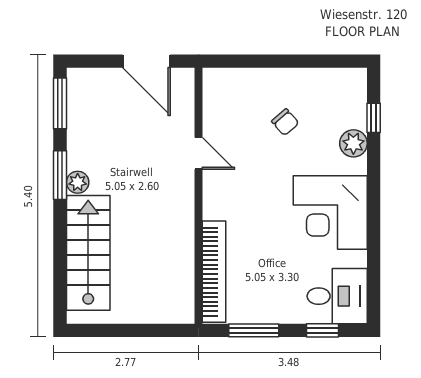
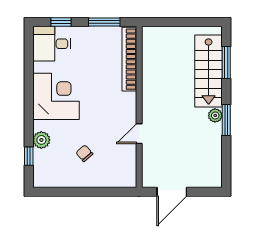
door: (146, 61) -> (172, 192), swing flipped
window: (60, 103) -> (226, 62), moved
door: (199, 153) -> (139, 134), hinge flipped

